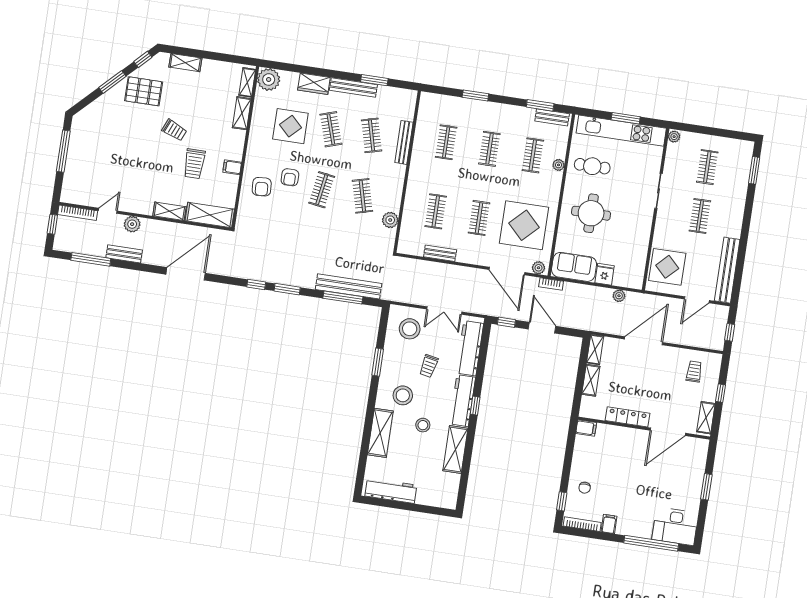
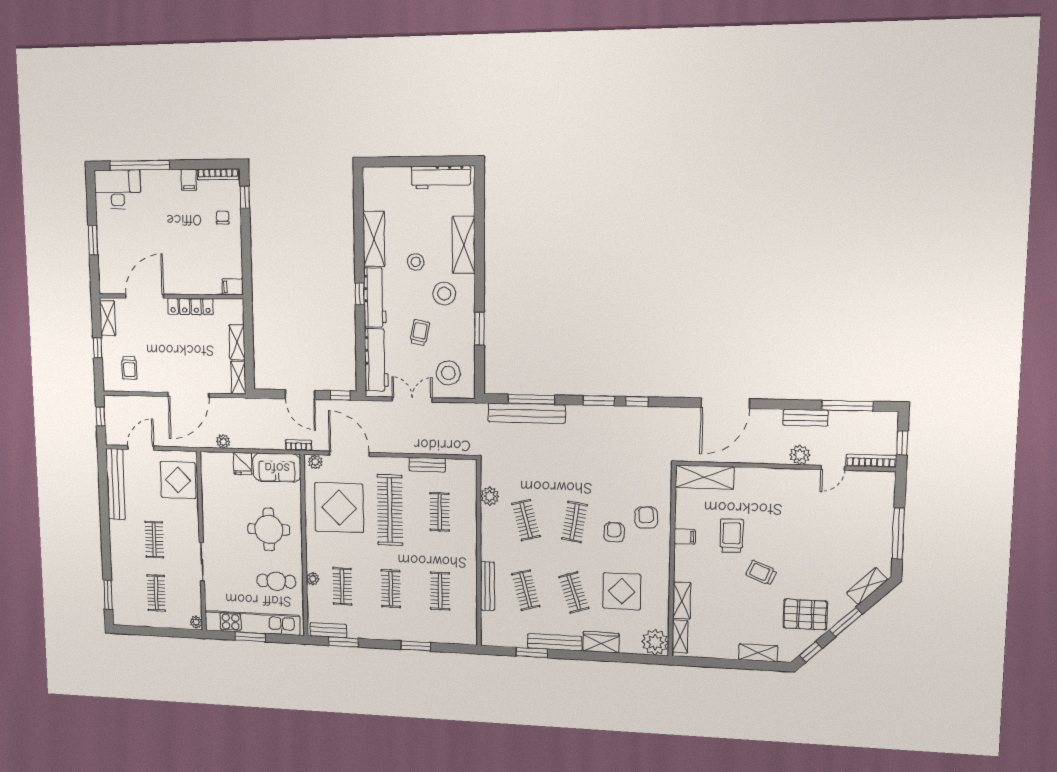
shelving: (169, 211) -> (867, 586), moved, turned -45
clothes rail: (479, 218) -> (390, 510), width x1.86, depth x1.31

